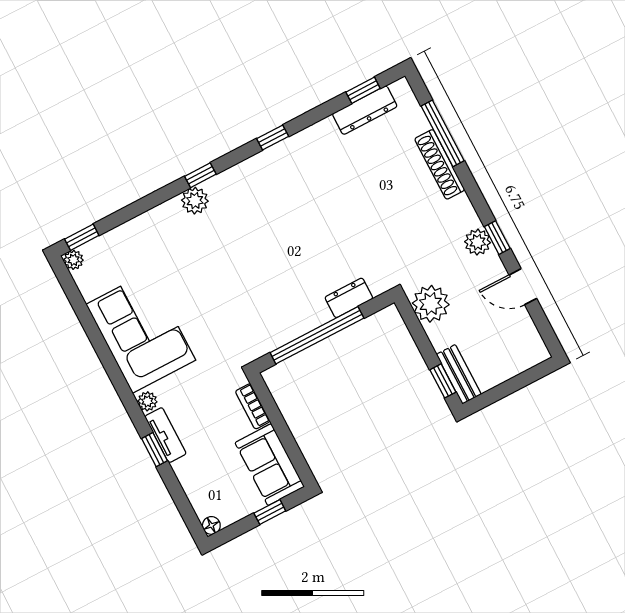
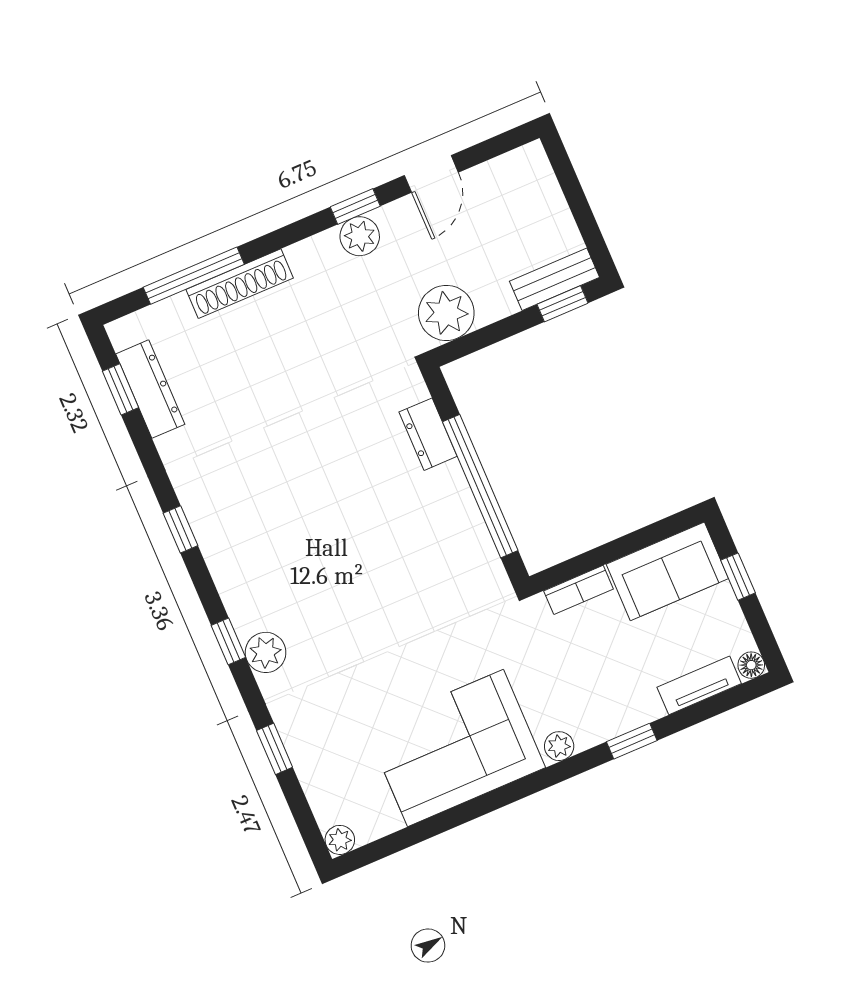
window: (82, 237) -> (275, 749), moved
tv unit: (165, 435) -> (699, 685), moved

